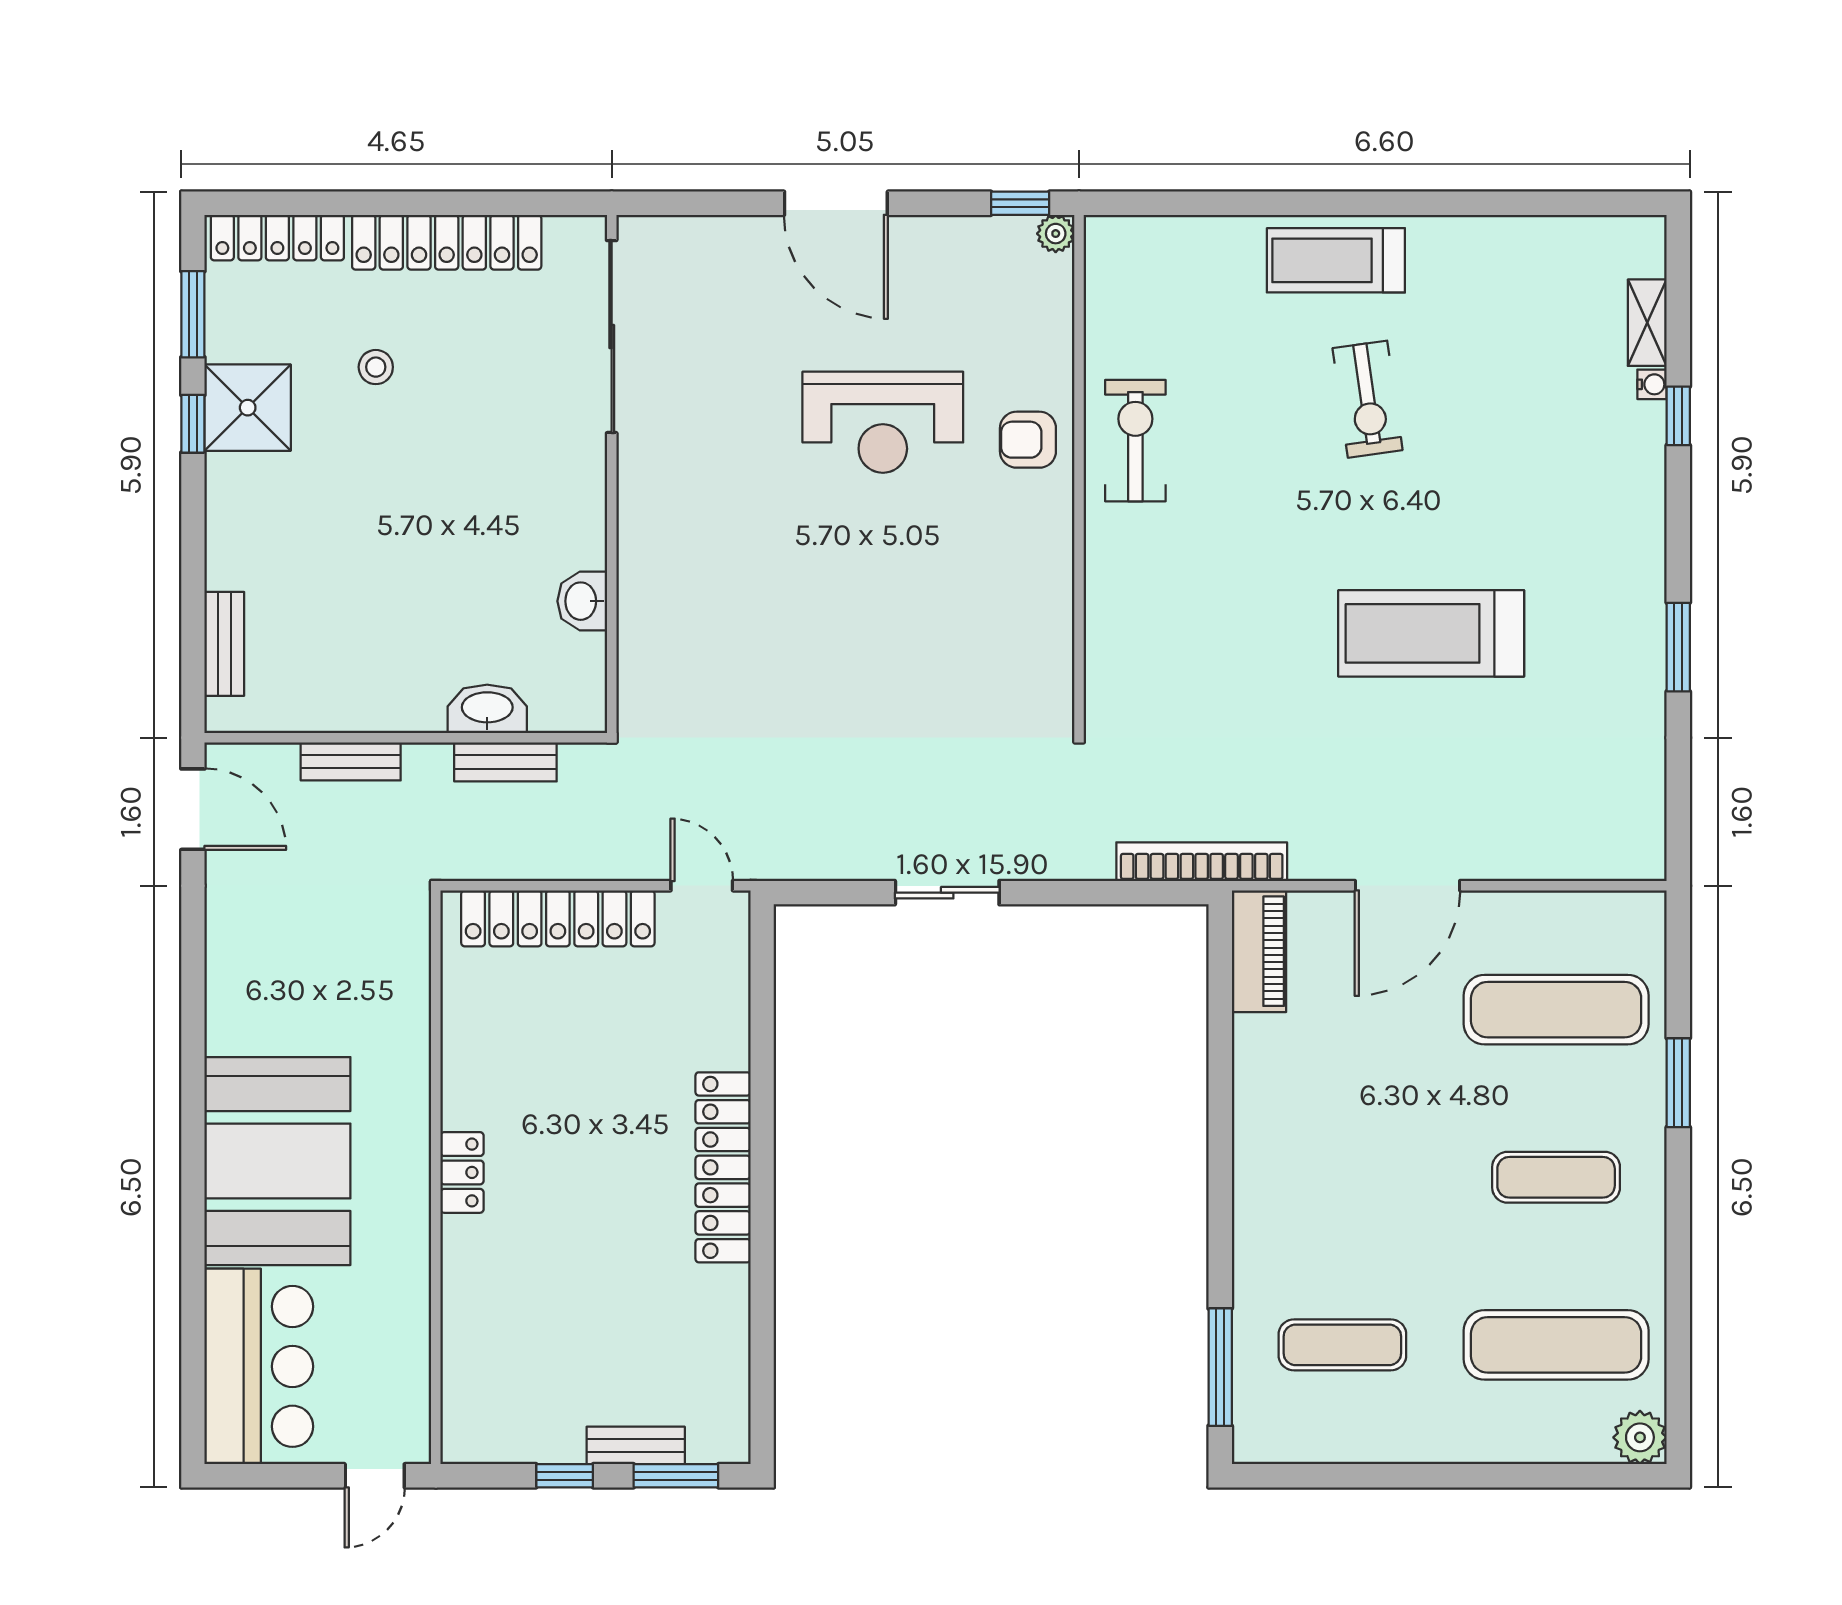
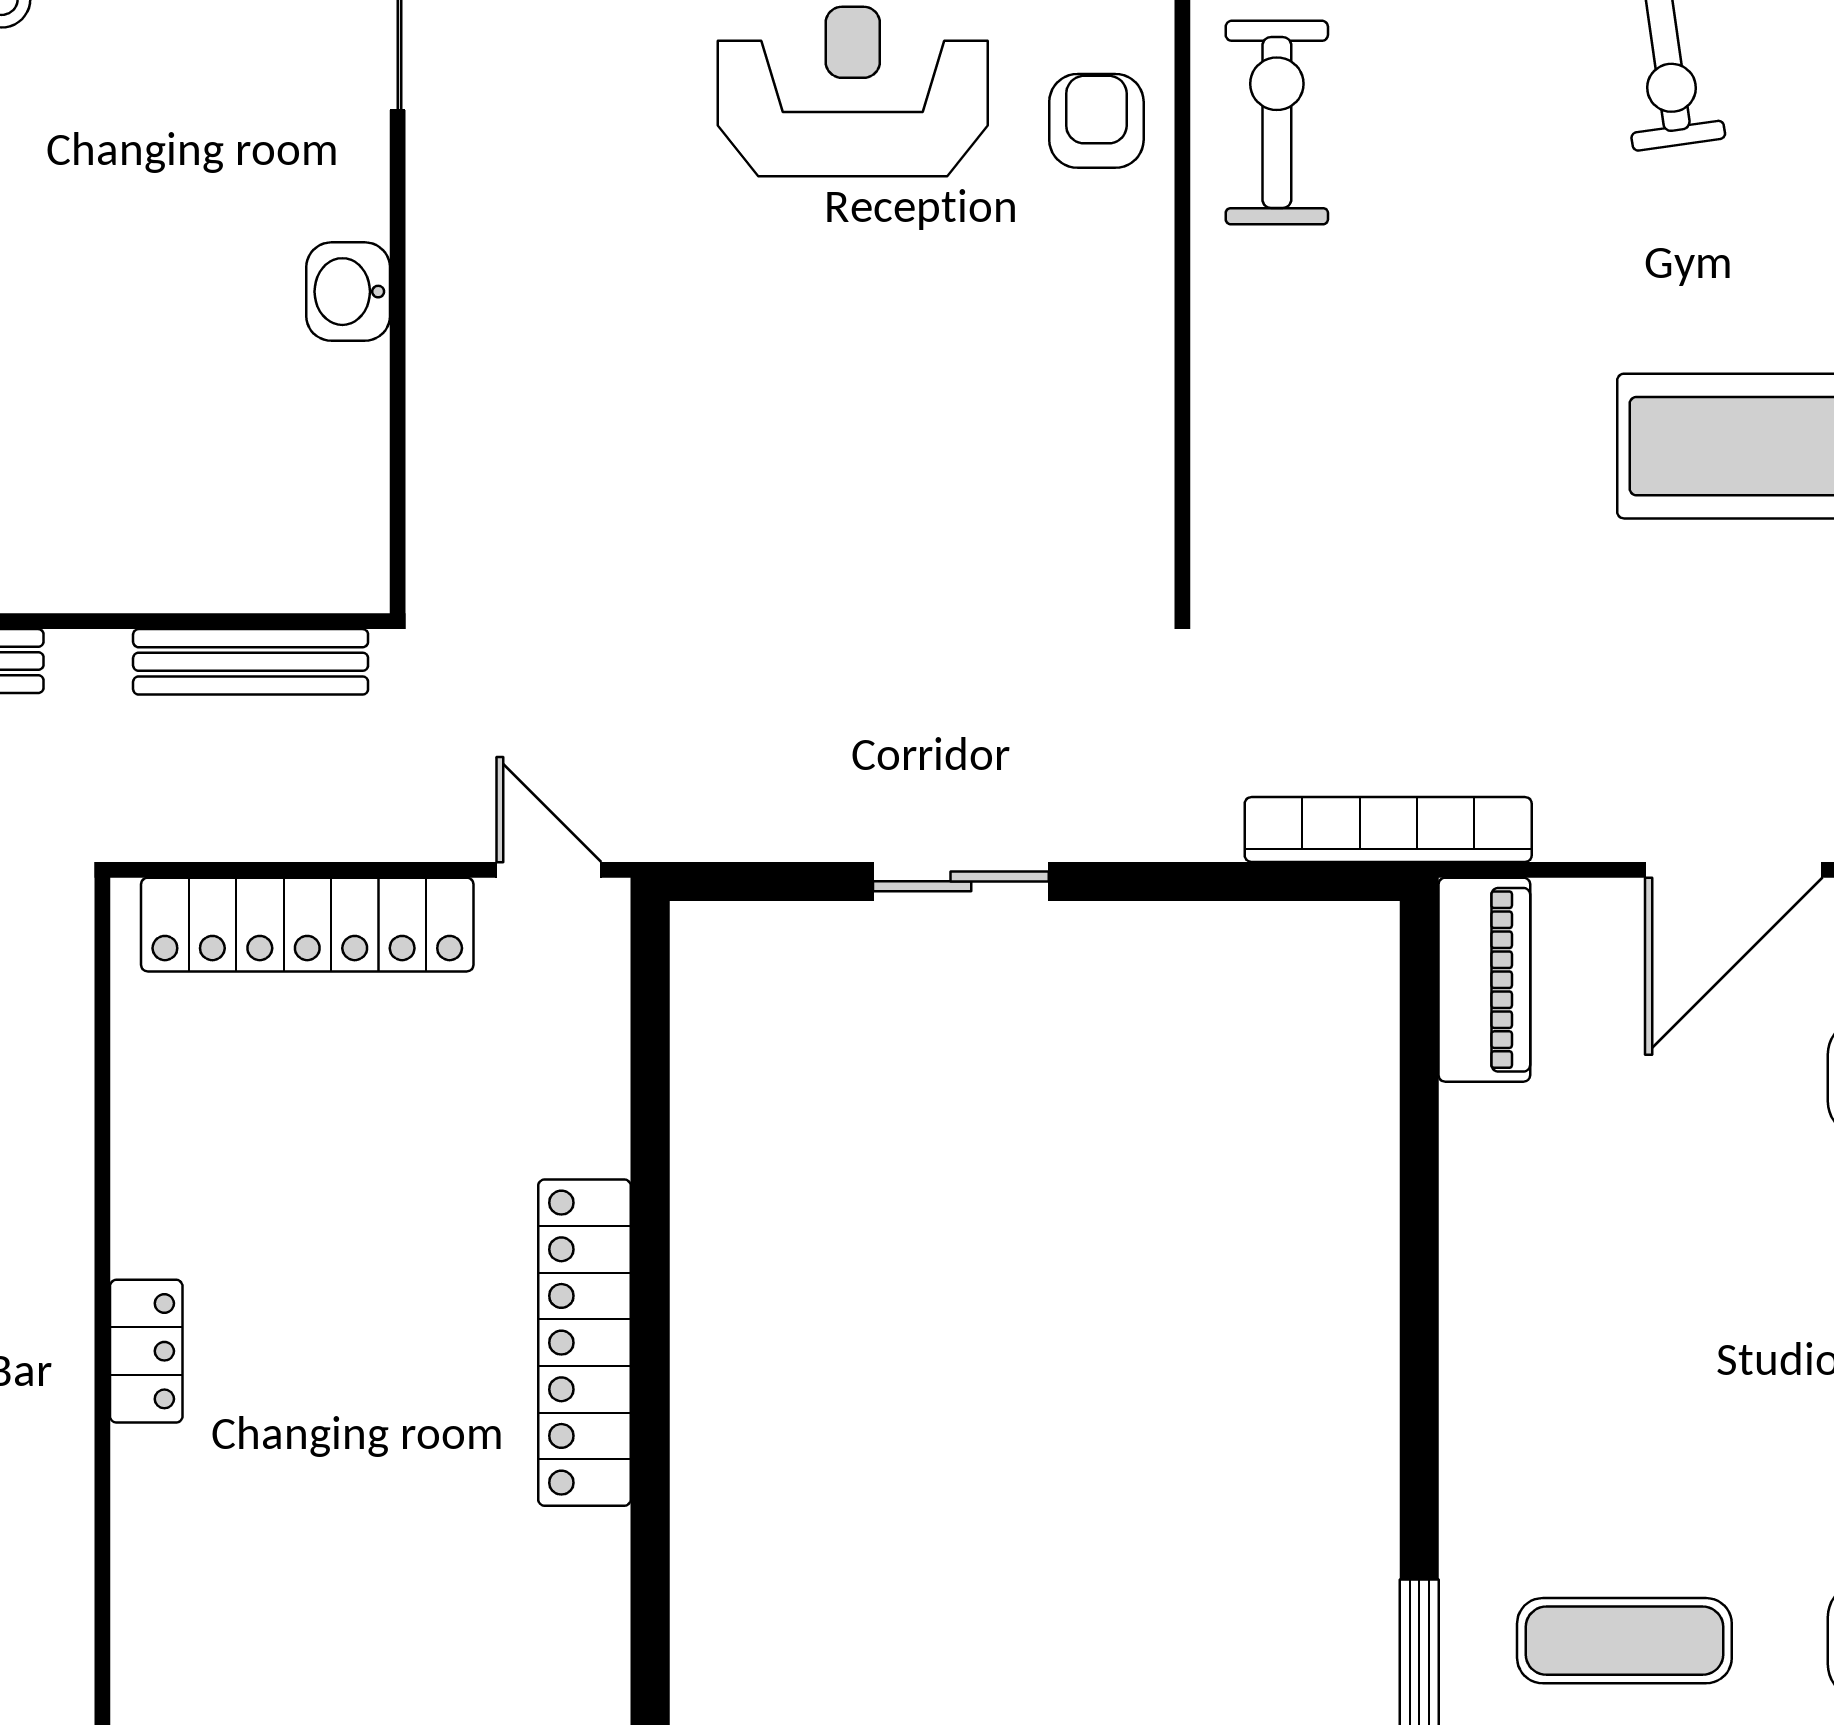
reception desk: (883, 422) -> (853, 92), turned 180
armchair: (1028, 440) -> (1096, 121), turned 90
washbasin: (582, 601) -> (348, 292), moved
washbasin: (487, 709) -> (189, 573), removed
bench: (505, 762) -> (251, 662), width x1.36

